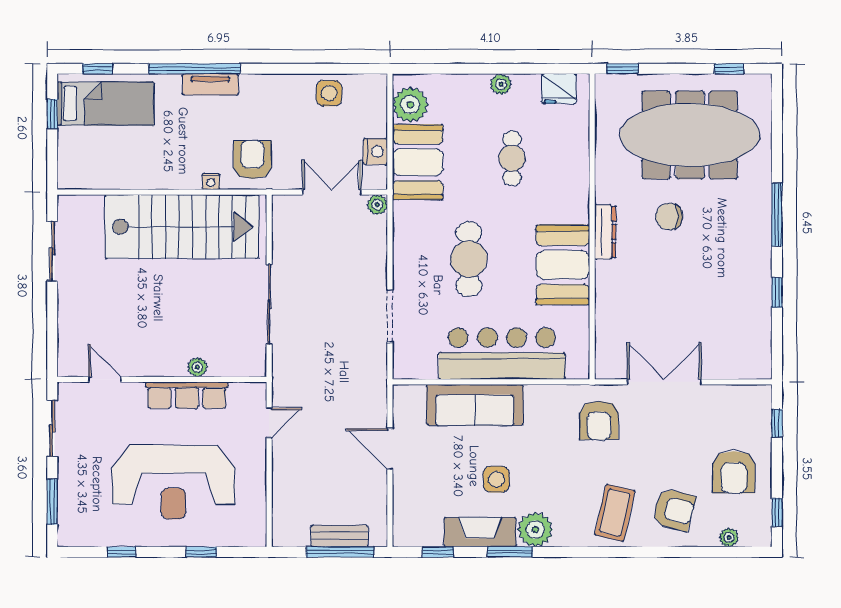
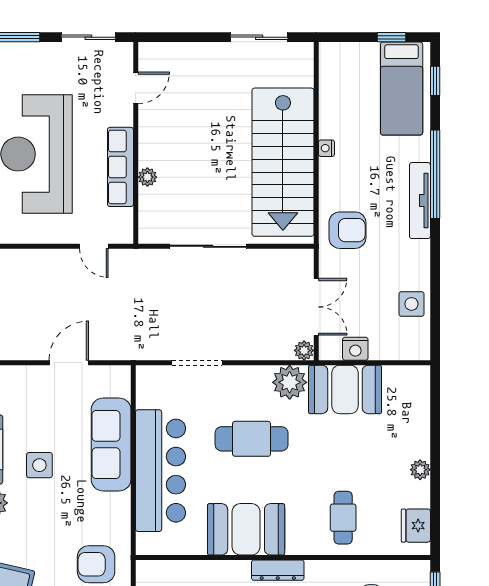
tv unit: (210, 84) -> (420, 201), width x1.41
plant: (410, 105) -> (290, 382), moved
cafe table: (512, 158) -> (343, 518), moved, turned 90
nightstand: (211, 181) -> (327, 148), moved

